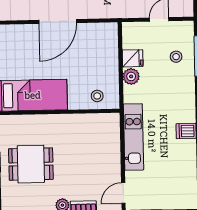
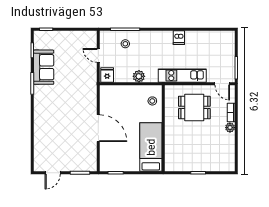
fridge: (133, 58) -> (107, 75), moved
dining table: (31, 164) -> (194, 107), moved, turned 90

